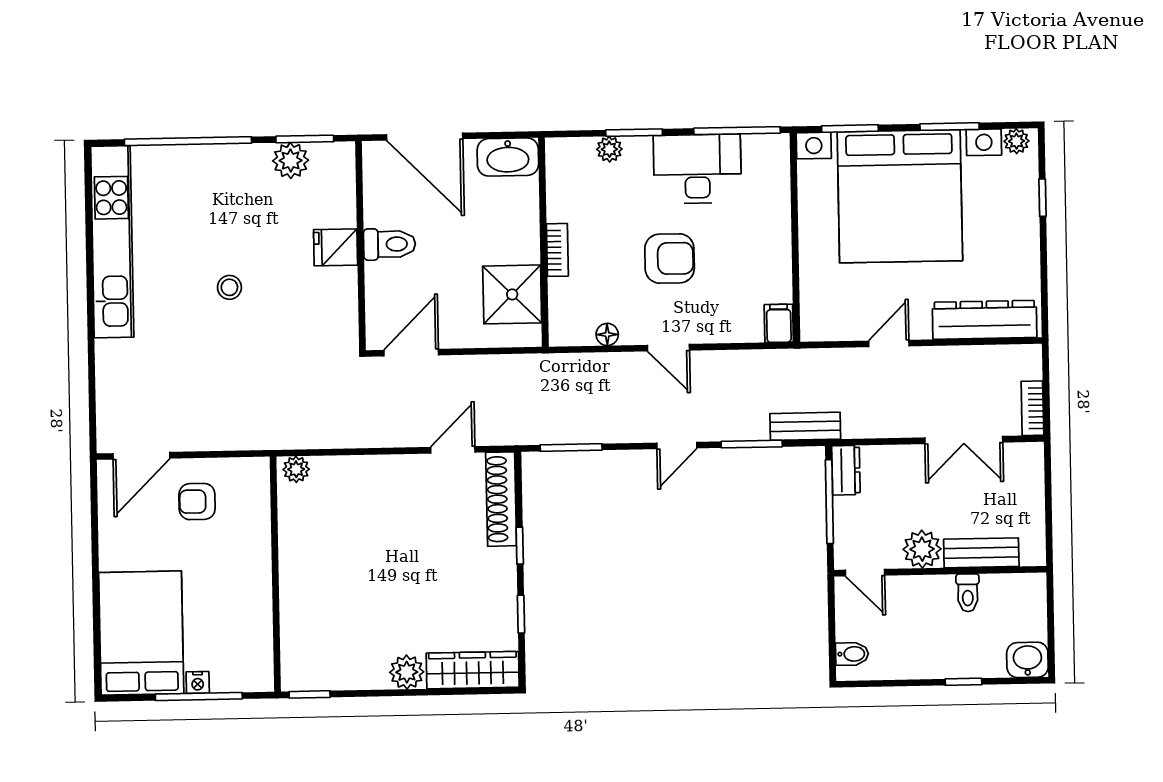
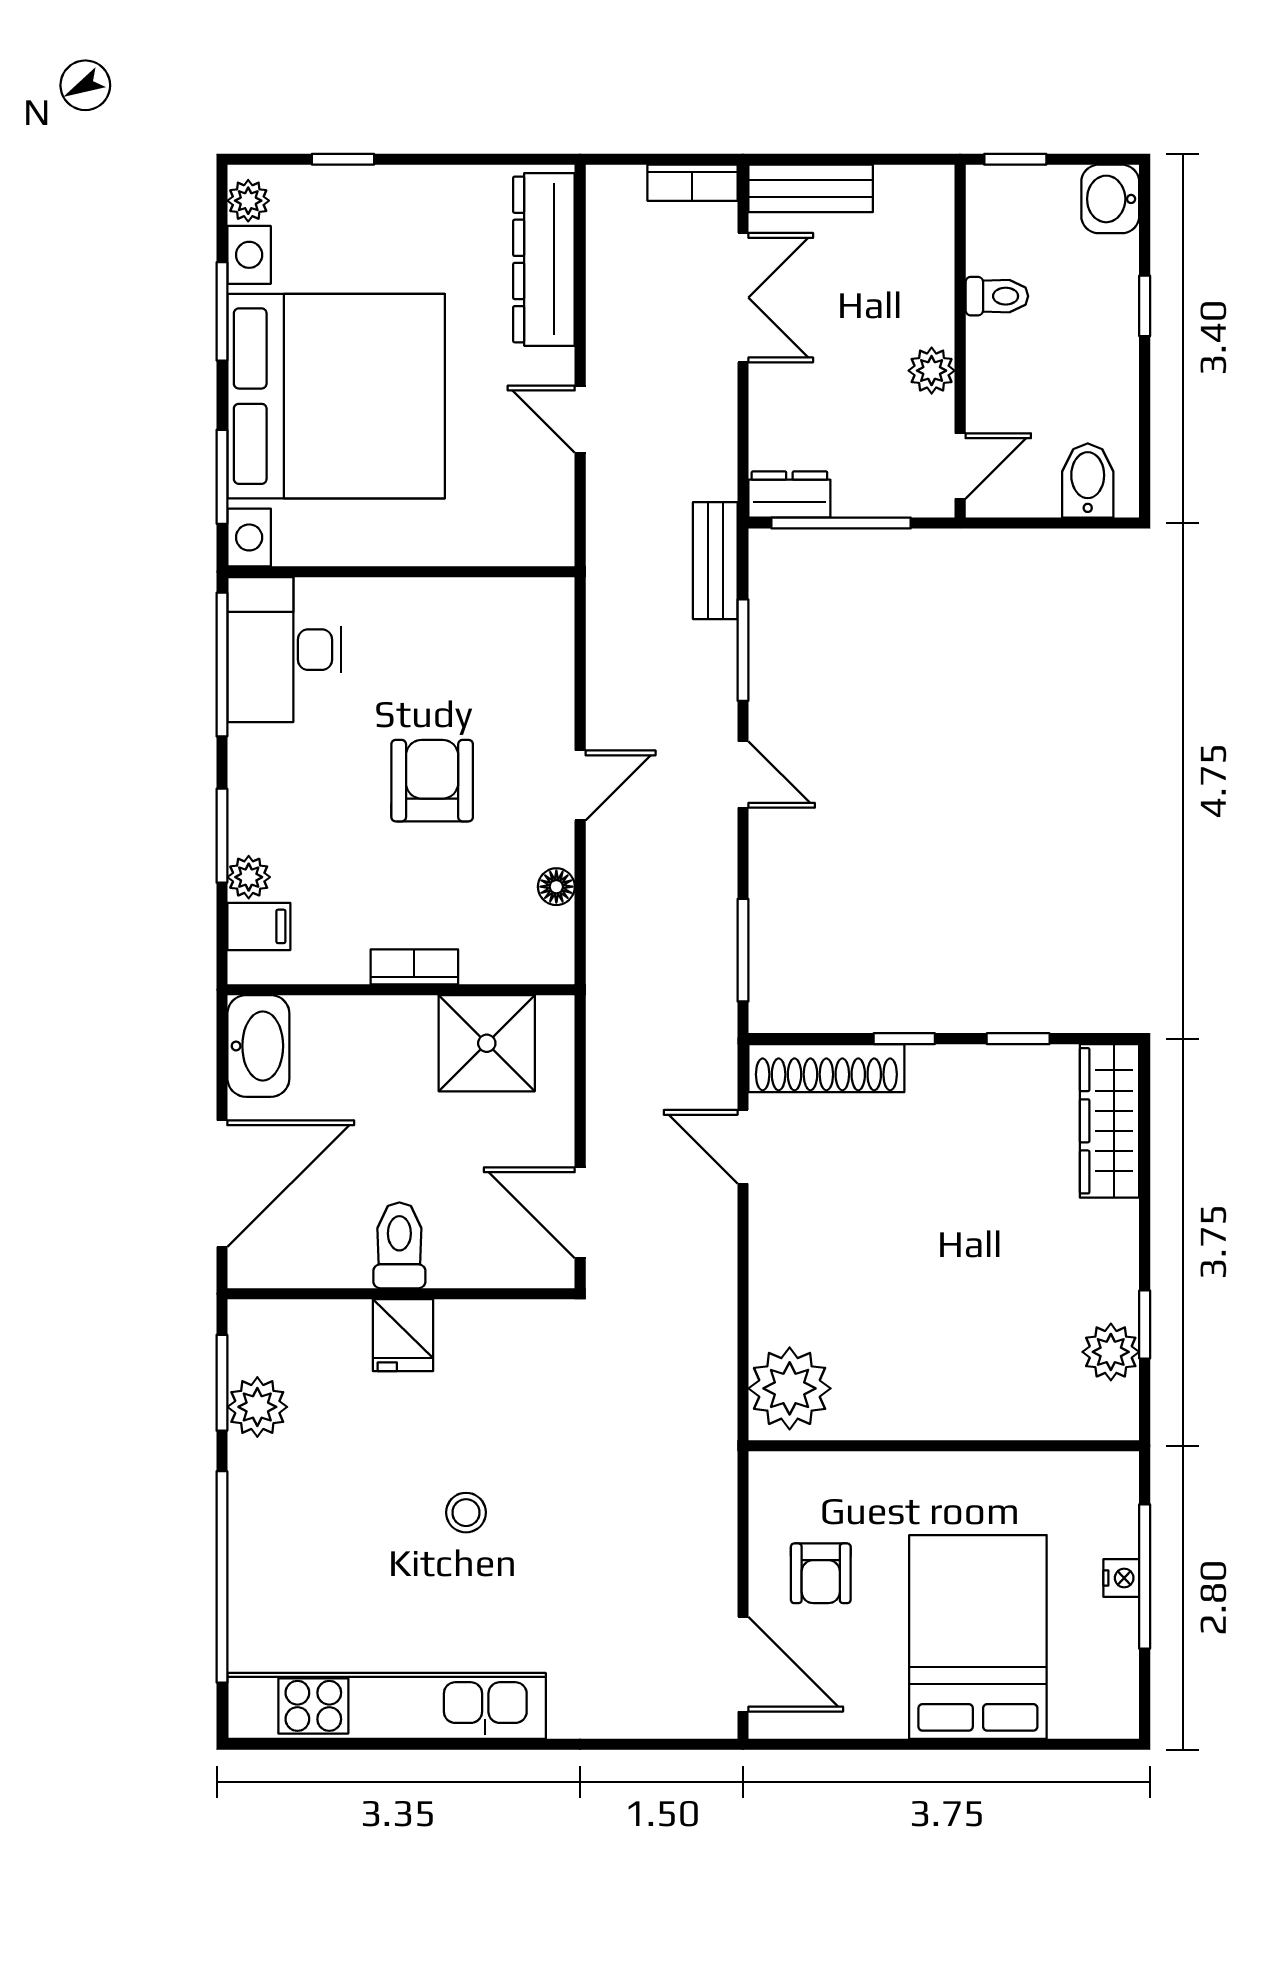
desk: (697, 169) -> (284, 650), moved
filing cabinet: (779, 323) -> (259, 926), moved, turned 180
plant: (296, 469) -> (790, 1388), width x1.87, depth x1.87
plant: (922, 549) -> (932, 371), width x0.73, depth x0.73
bench: (981, 553) -> (811, 188), moved, turned 90
window: (1050, 602) -> (1015, 159), added
bed: (141, 633) -> (978, 1637), moved, turned 90
bidet: (852, 654) -> (1088, 480), width x1.38, depth x1.36
plant: (407, 672) -> (1111, 1352), moved
window: (310, 694) -> (1145, 1325), moved

